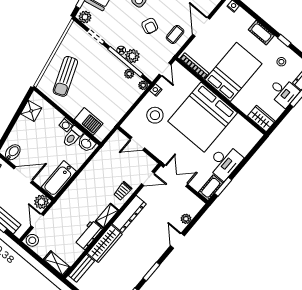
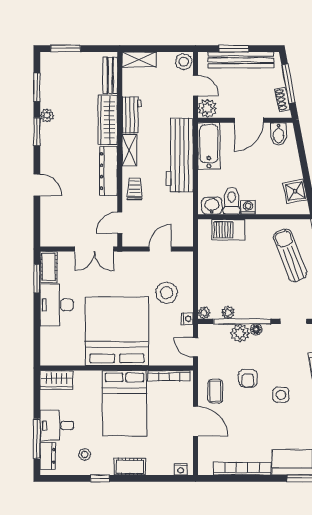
armchair: (150, 26) -> (248, 378), turned -114
workbench: (80, 188) -> (180, 155), added
plant: (186, 219) -> (47, 116), moved

